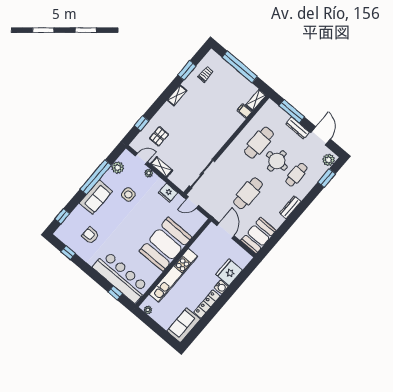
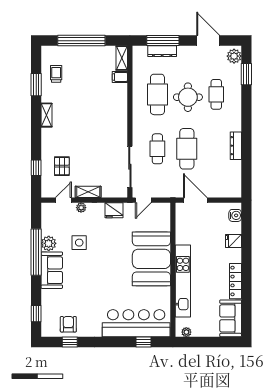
dresser: (298, 128) -> (162, 51), moved
plant: (118, 168) -> (49, 243), moved
cafe table: (229, 177) -> (157, 149), added
dresser: (290, 207) -> (236, 146), moved
armchair: (90, 235) -> (68, 324), moved, turned 90
booth: (258, 236) -> (229, 179), removed
fridge: (229, 272) -> (233, 241), width x0.53, depth x0.75
water cooler: (221, 287) -> (235, 215), moved

